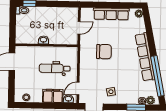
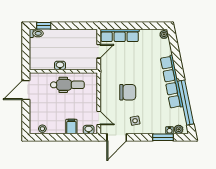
row of seats: (111, 14) -> (120, 35), moved
chair: (104, 52) -> (128, 92), moved
dental chair: (55, 68) -> (67, 85), moved, turned 180
door: (78, 88) -> (99, 118), swing flipped
filing cabinet: (53, 96) -> (71, 127), width x0.50

